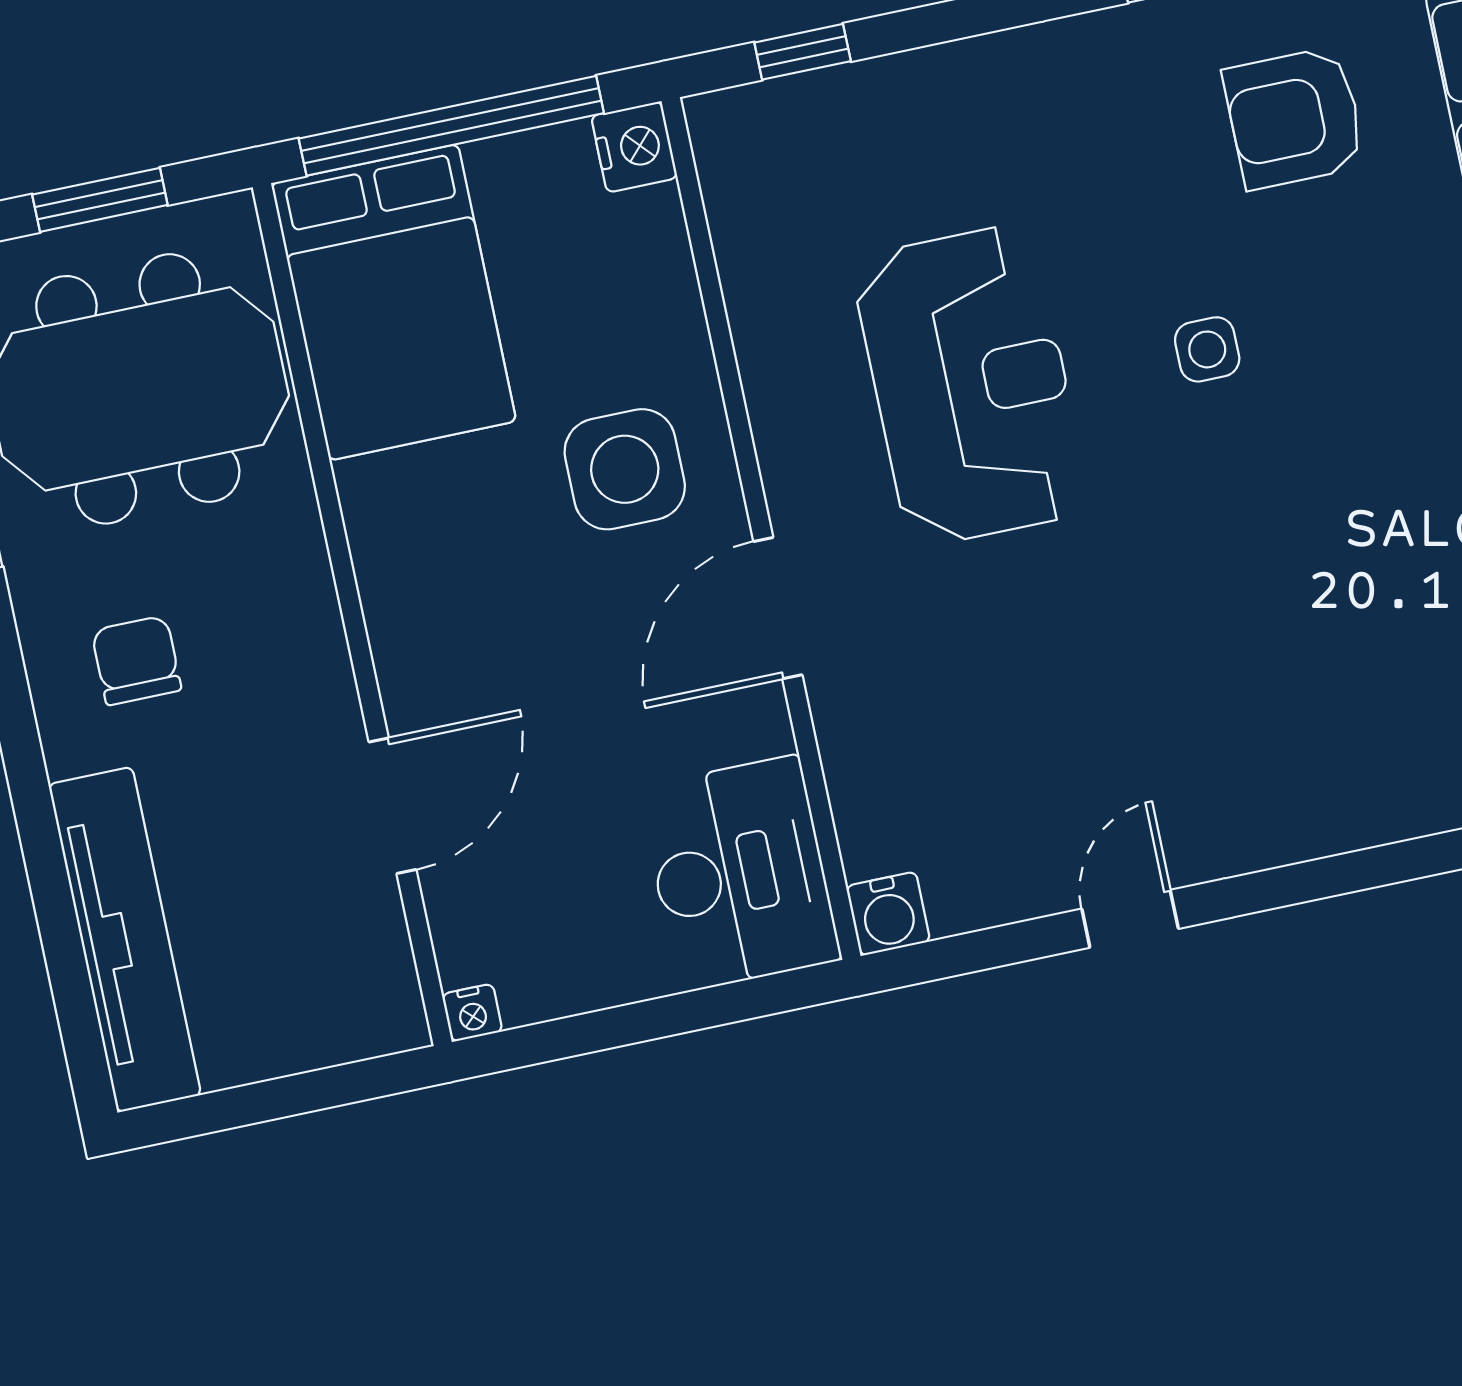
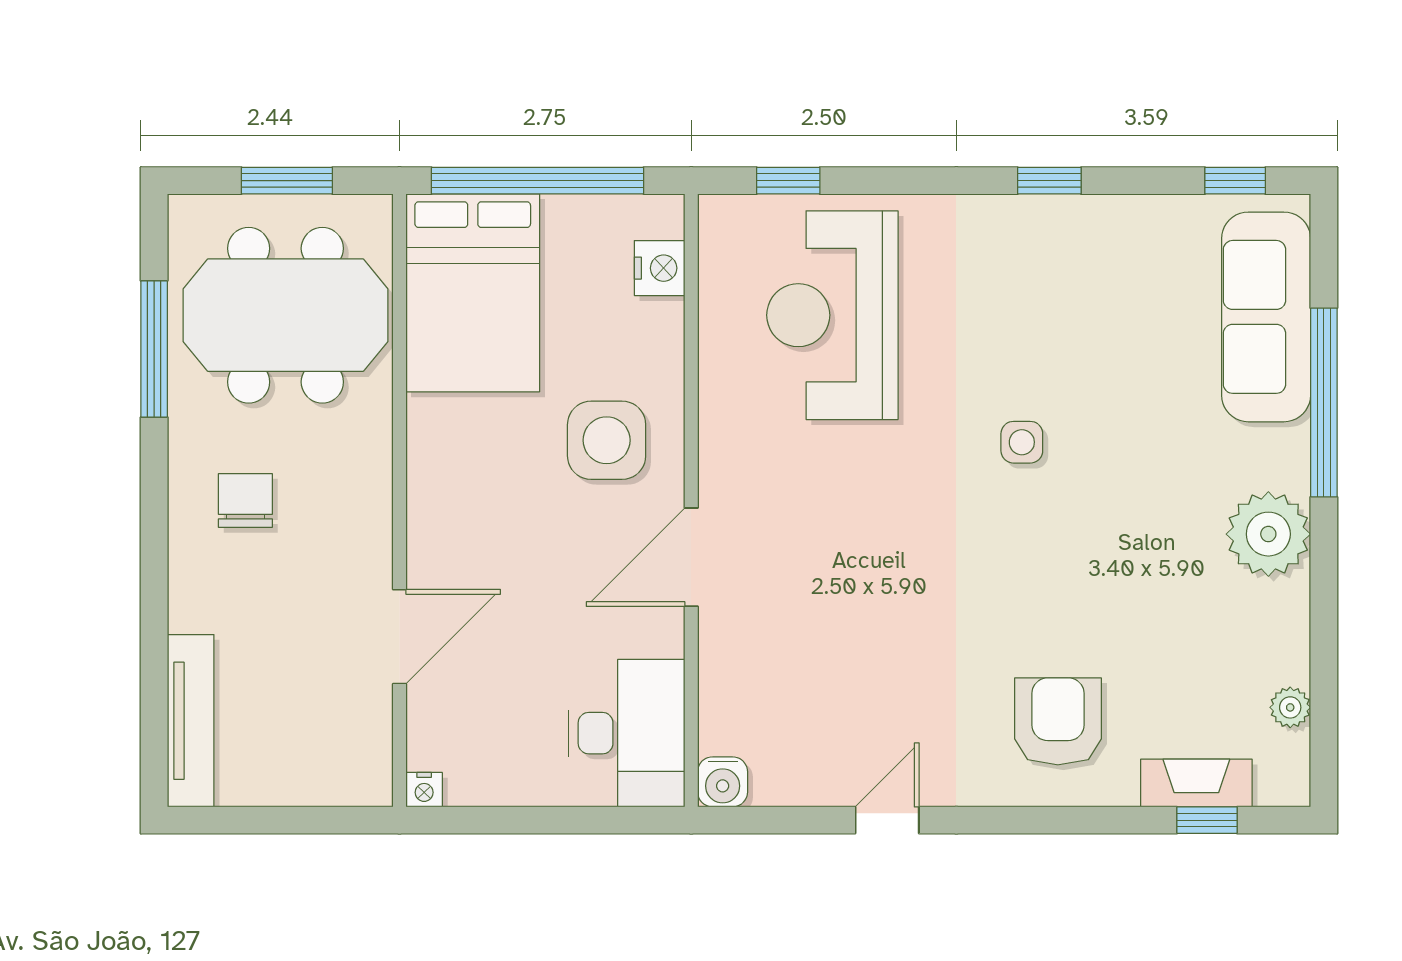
armchair: (1294, 118) -> (1058, 721), moved, turned 90
nightstand: (634, 147) -> (660, 268), moved
reception desk: (971, 385) -> (832, 315), moved, turned 180
tv unit: (125, 940) -> (191, 721), width x0.73, depth x0.78

